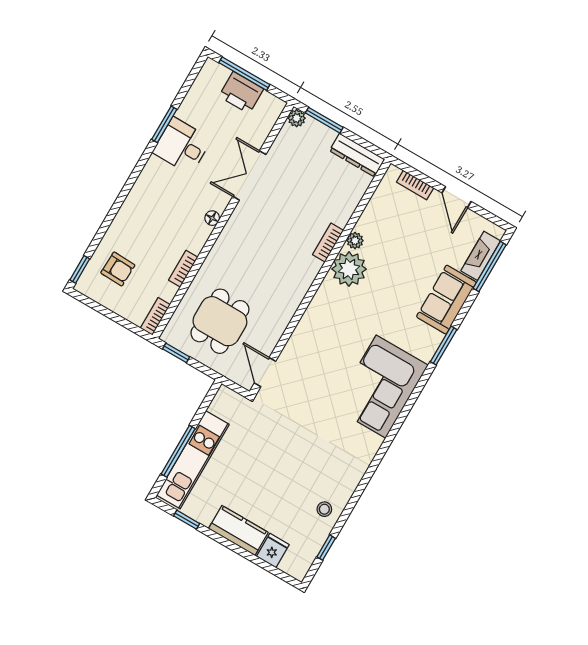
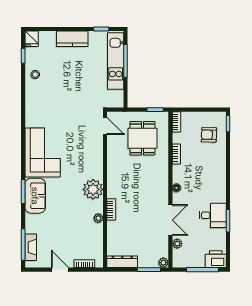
printer: (241, 93) -> (216, 259), moved
plant: (259, 134) -> (177, 244), added
plant: (349, 269) -> (93, 189), moved
sofa: (446, 300) -> (35, 196), moved
fridge: (273, 551) -> (32, 39), moved

